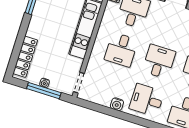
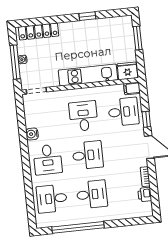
desk: (121, 50) -> (83, 116), turned 90
desk: (147, 100) -> (48, 159), turned 180

